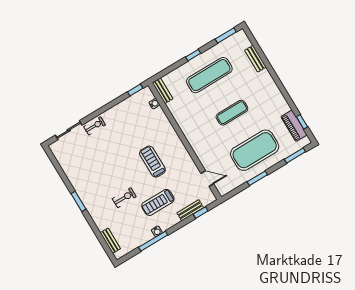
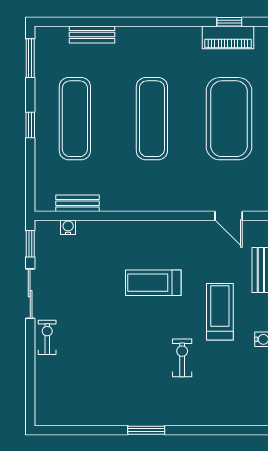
bench: (163, 91) -> (77, 203), moved
exercise mat: (232, 113) -> (152, 119), width x1.36, depth x1.45
sliding door: (69, 130) -> (30, 294), moved
door: (207, 179) -> (229, 216), swing flipped
treadmill: (158, 202) -> (220, 312), turned 180
bench: (110, 241) -> (234, 418), removed

